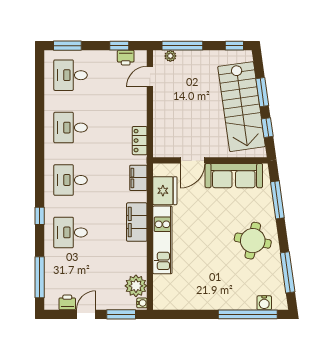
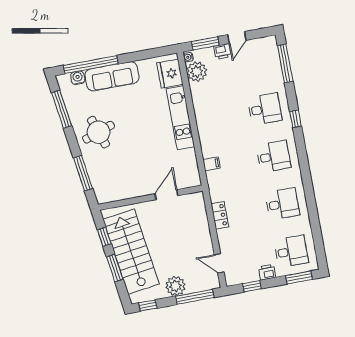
plant: (170, 56) -> (175, 286), moved, width x1.88, depth x1.88
printer: (126, 58) -> (267, 272), moved
door: (150, 77) -> (219, 263), swing flipped
locker: (140, 141) -> (220, 215), moved
sofa: (234, 176) -> (112, 76), moved, turned 180
filing cabinet: (138, 178) -> (212, 164), width x0.50
fridge: (165, 191) -> (170, 74), moved
filing cabinet: (137, 222) -> (207, 130), removed
round table: (253, 241) -> (98, 132), turned -31
printer: (67, 302) -> (222, 51), moved

